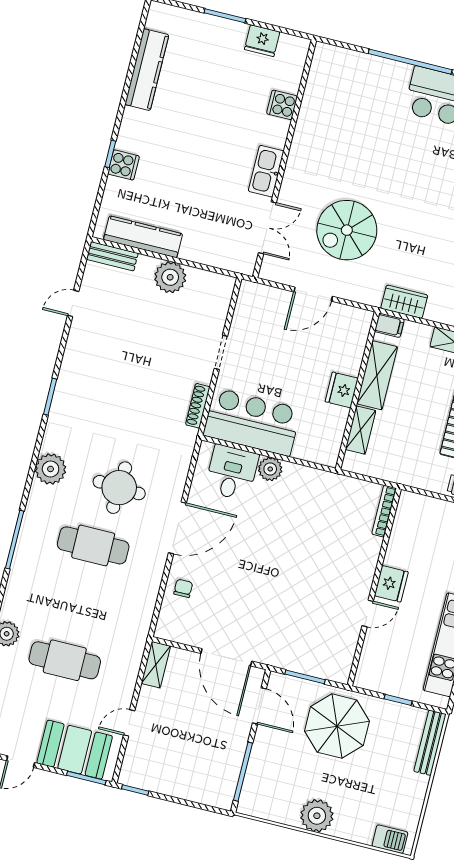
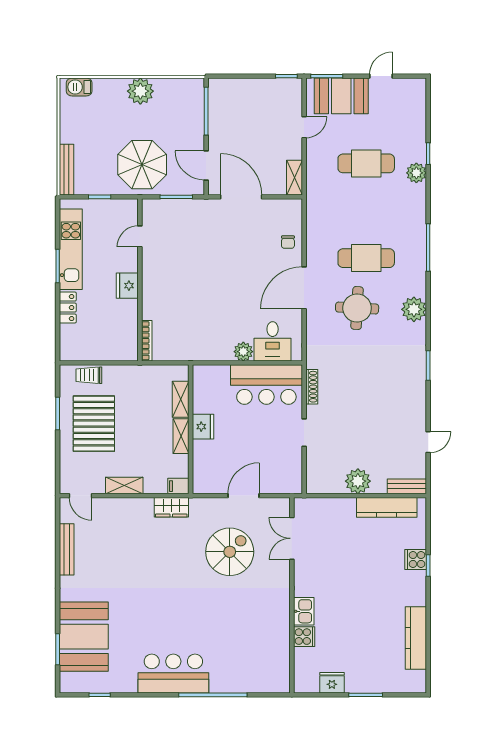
kitchen sink: (266, 171) -> (304, 611), moved, width x0.73
shelving: (377, 375) -> (181, 436), width x0.67, depth x0.75
door: (368, 613) -> (140, 236), moved

